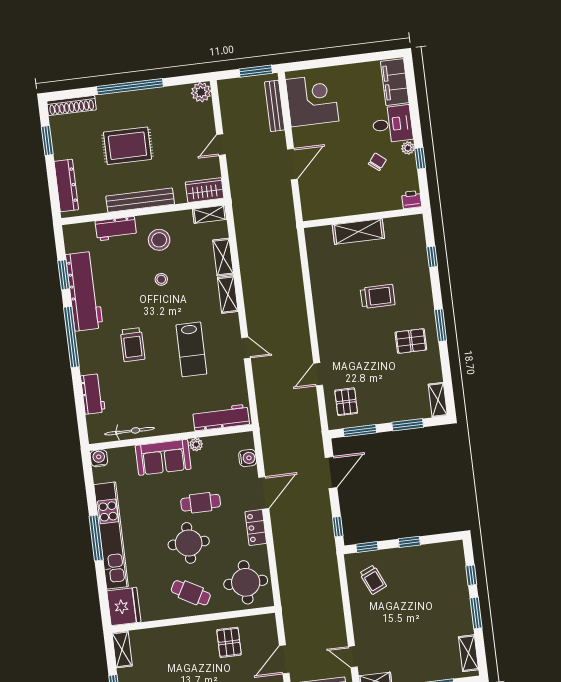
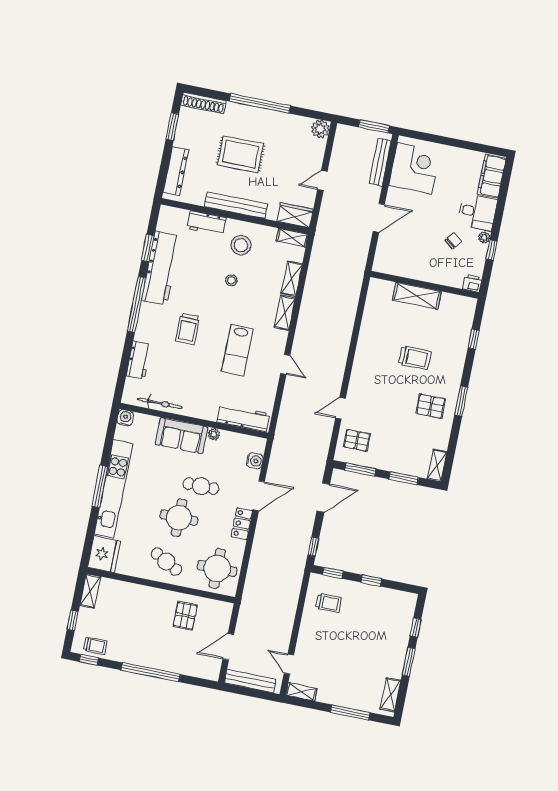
pallet: (346, 402) -> (357, 440), turned 90
trolley: (373, 580) -> (329, 603), turned -66

